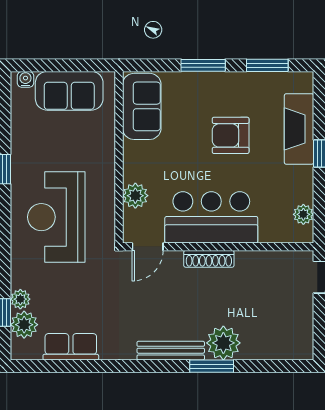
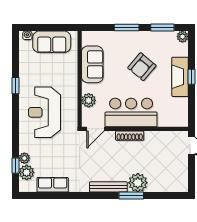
sofa: (142, 106) -> (92, 64), moved
fireplace: (299, 129) -> (180, 77), moved
armchair: (231, 135) -> (142, 67), turned -50
plant: (303, 214) -> (182, 37), moved

